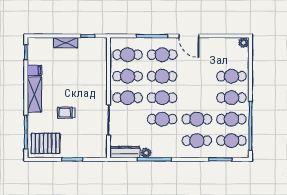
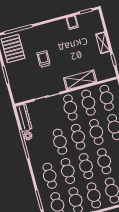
cafe table: (197, 76) -> (104, 161), added
shelving: (34, 94) -> (80, 80), moved
cafe table: (197, 98) -> (86, 166), added

